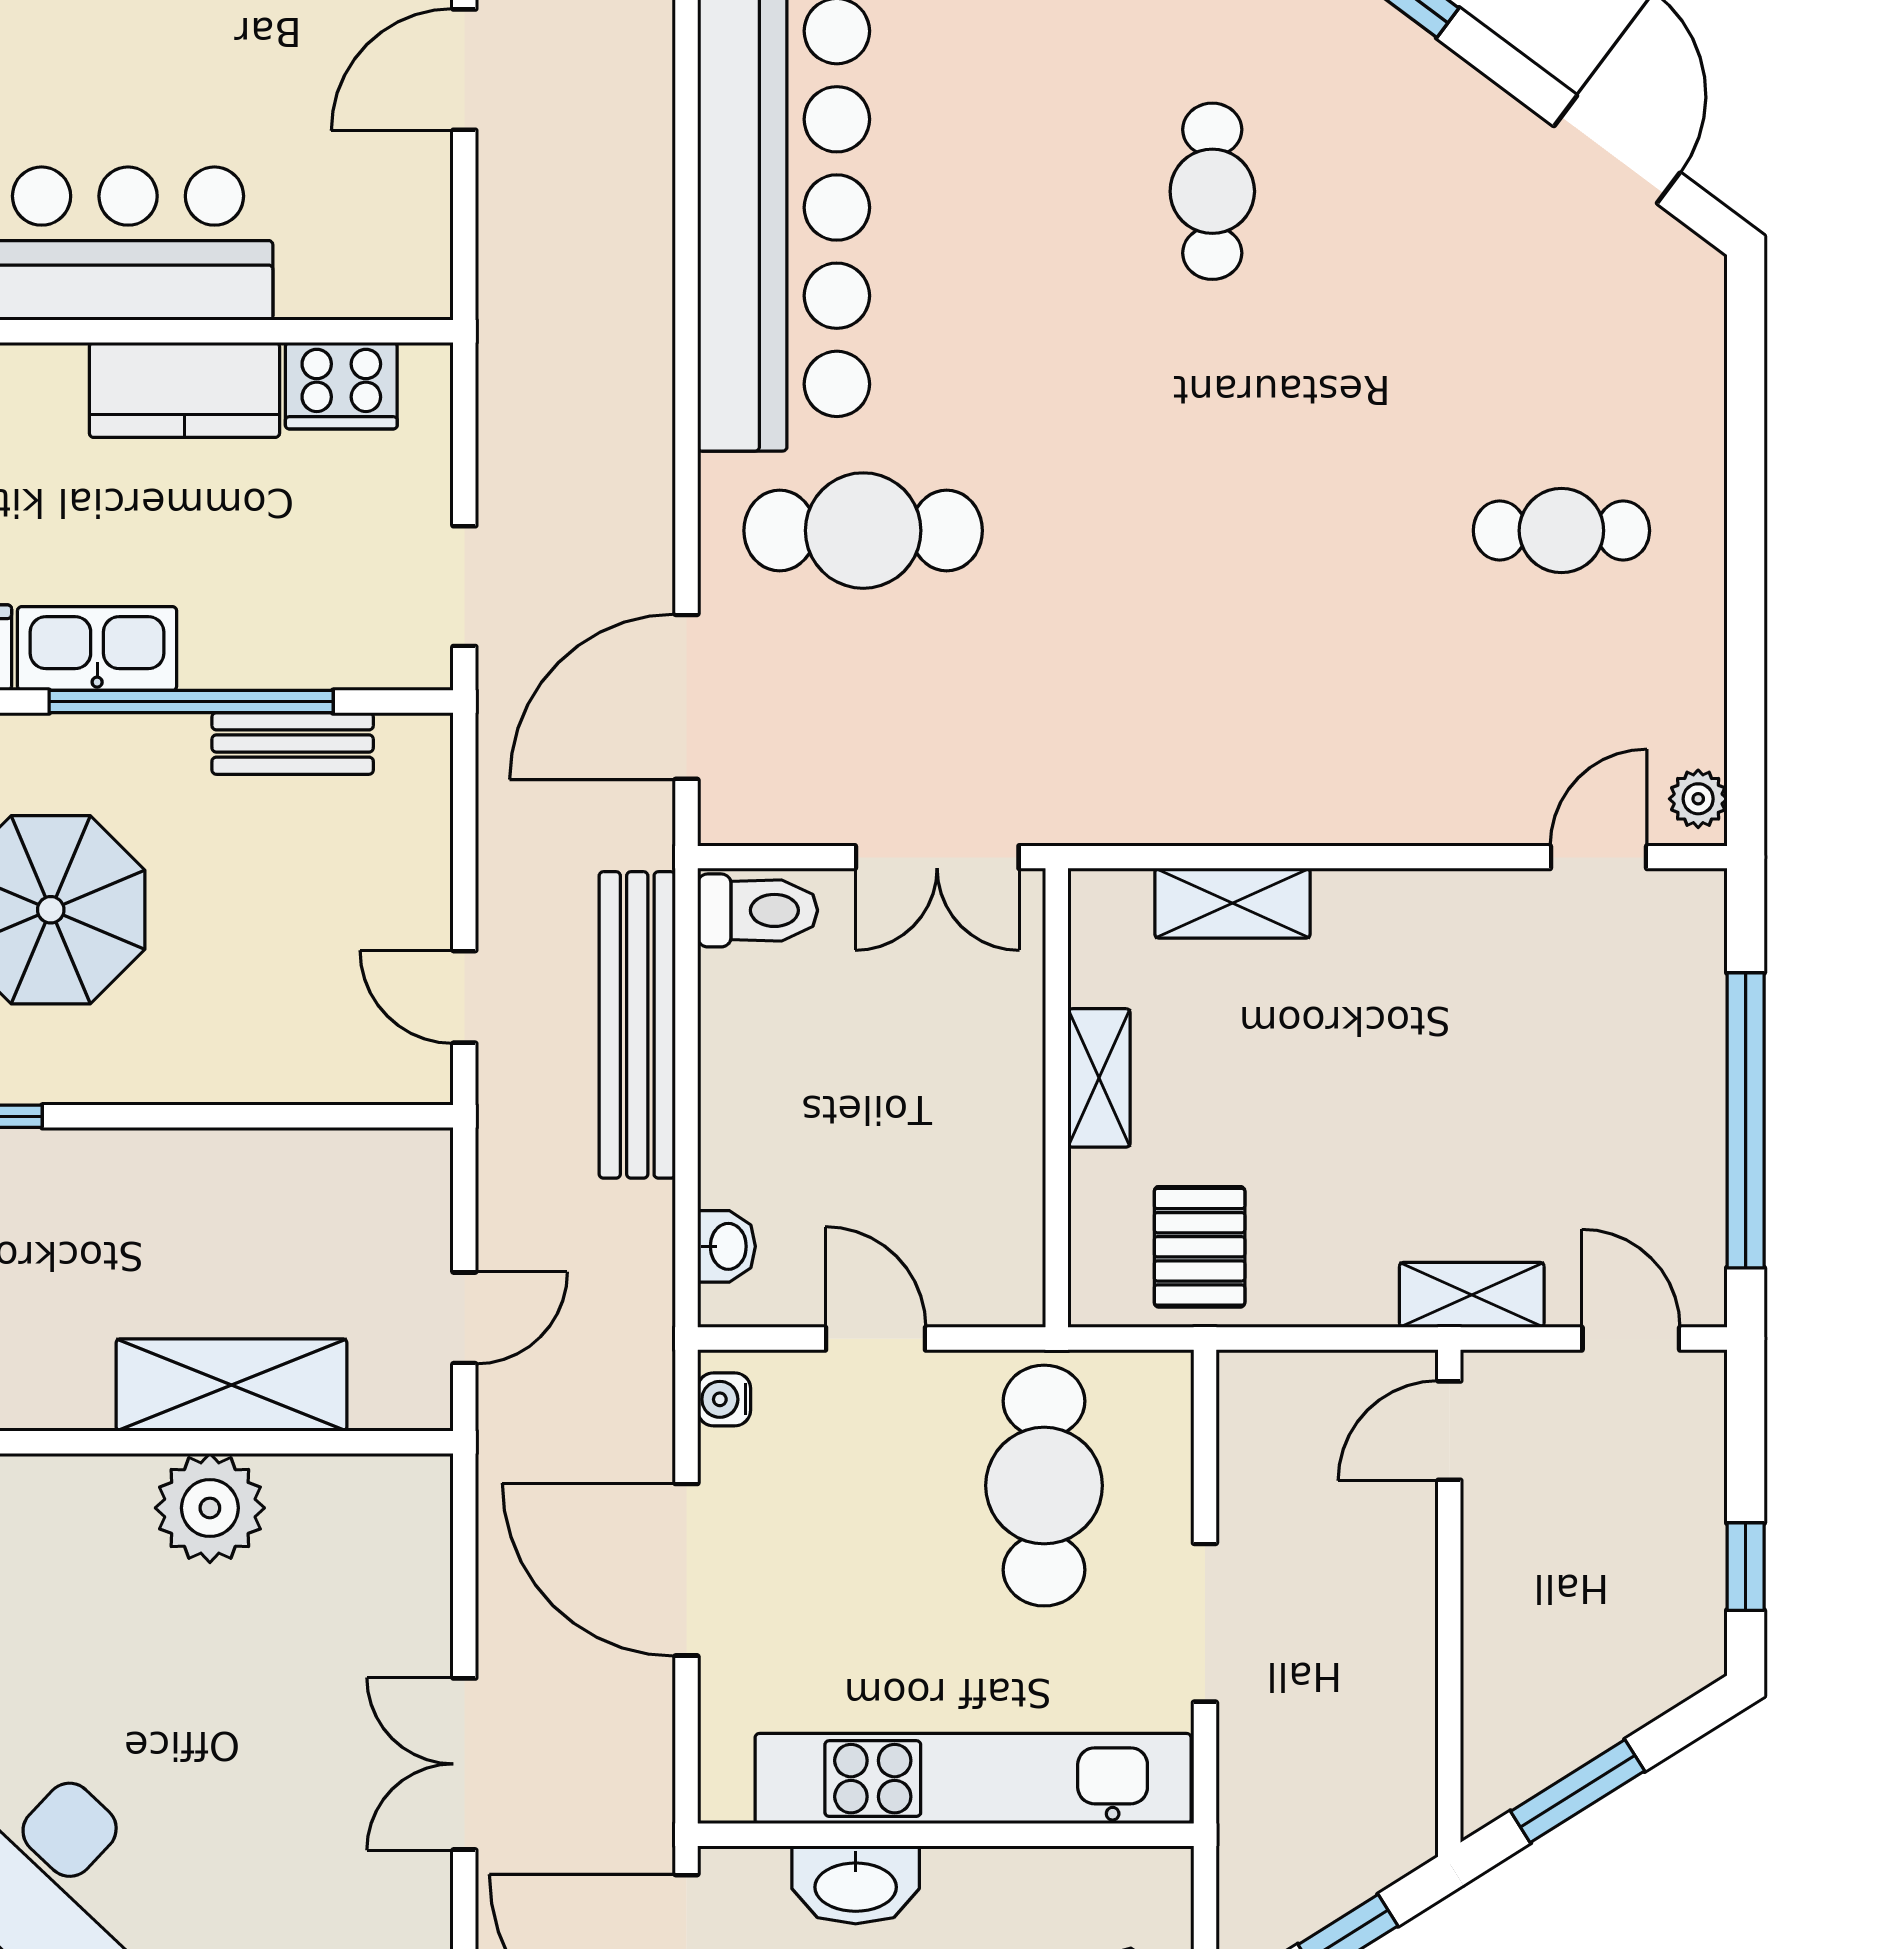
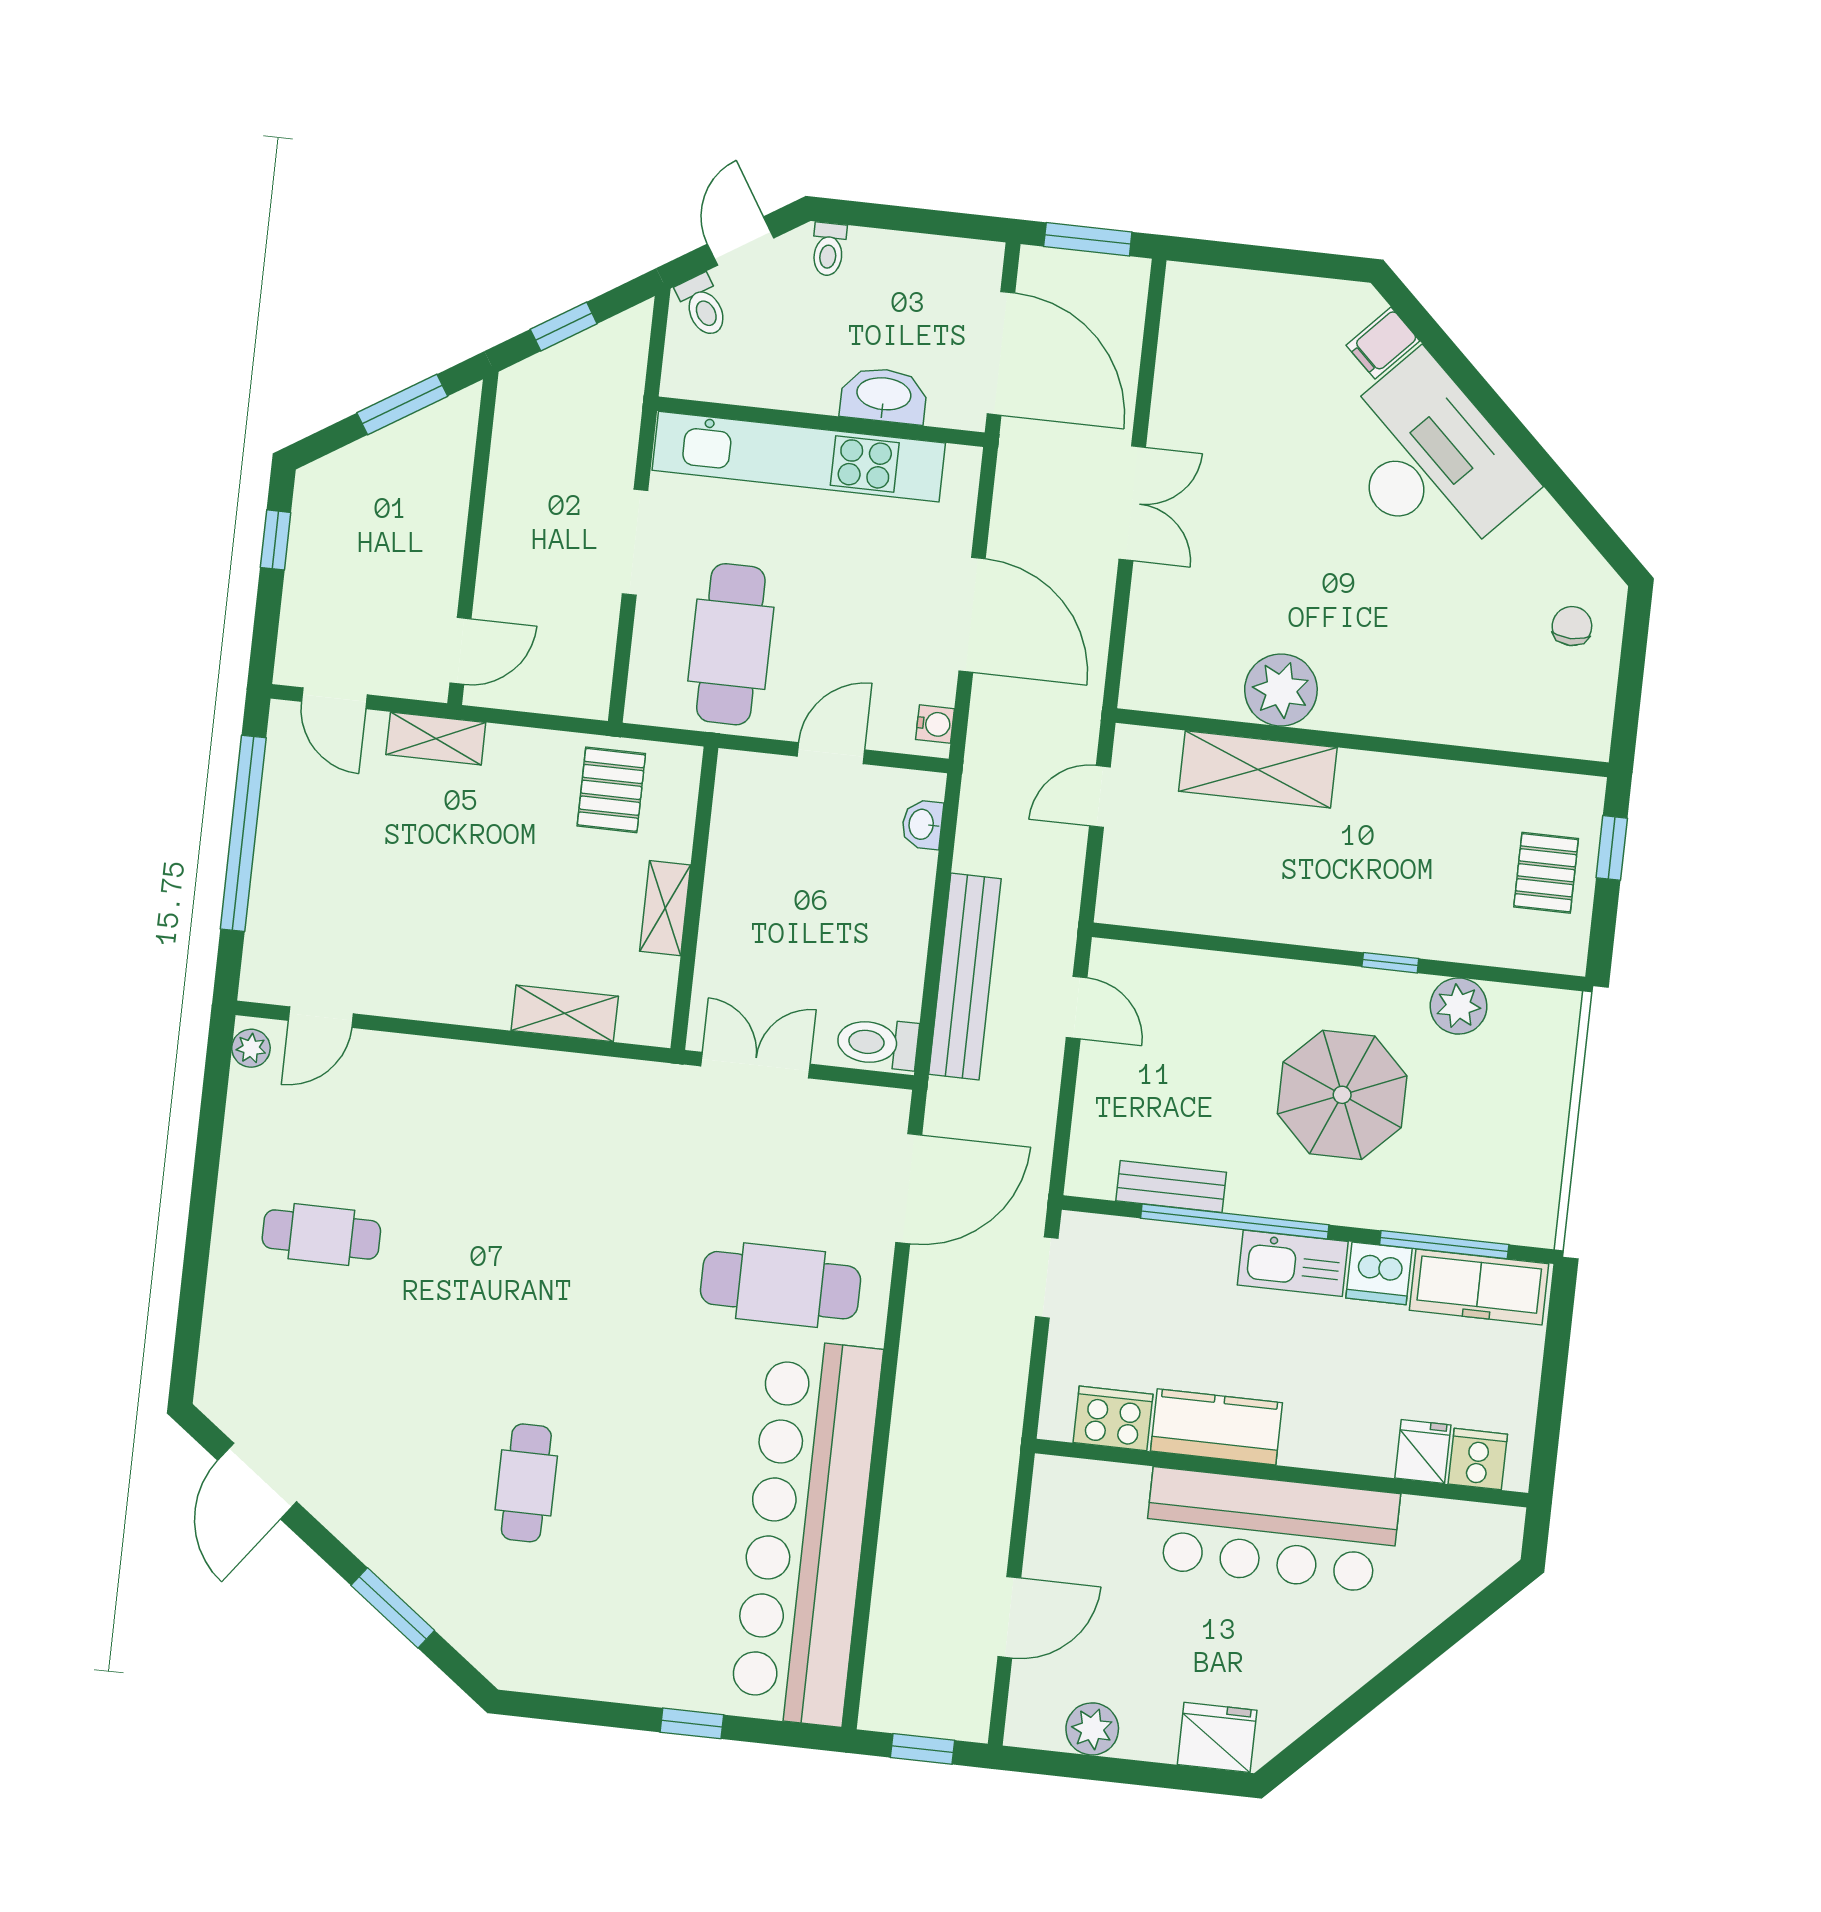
door: (876, 1339) -> (831, 753), swing flipped

